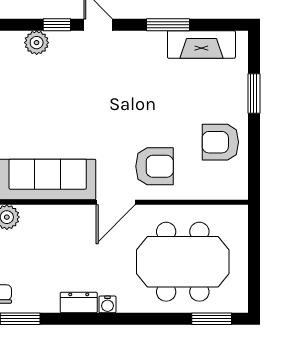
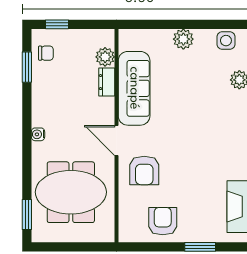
meeting table: (183, 262) -> (71, 192), turned 90
dresser: (79, 303) -> (107, 82), moved, turned 180

